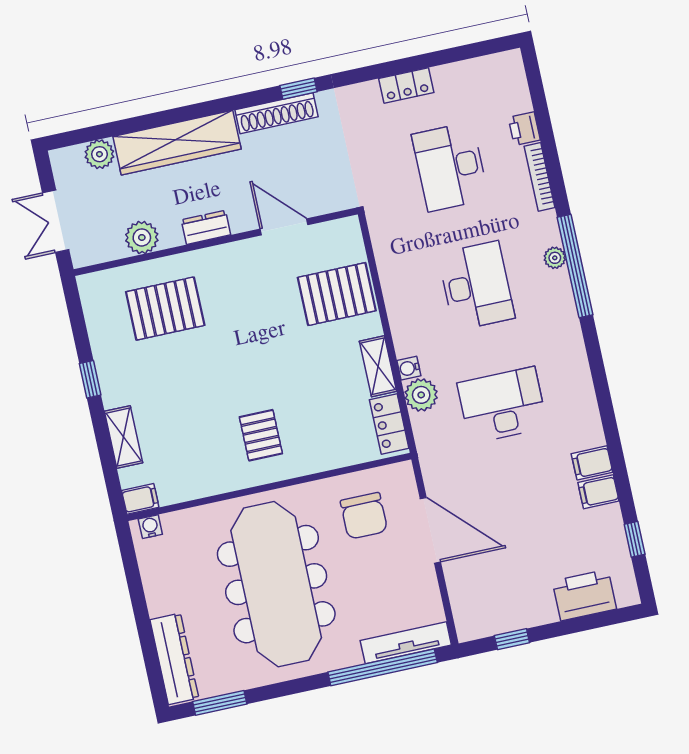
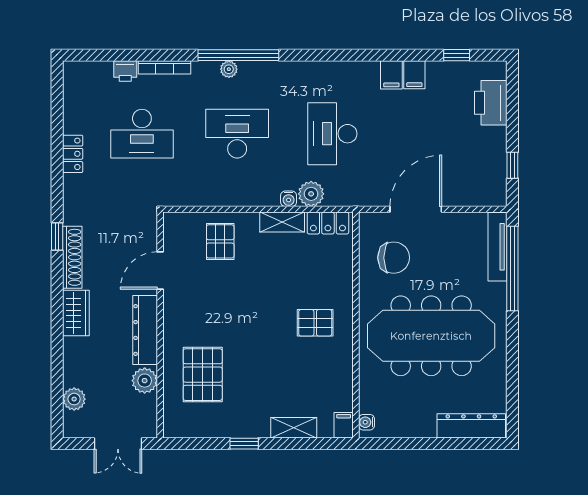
wardrobe: (177, 143) -> (76, 313), width x0.48, depth x0.85
dresser: (206, 227) -> (145, 330), width x1.96, depth x1.24
pallet: (337, 294) -> (220, 241), width x0.67, depth x0.71
window: (220, 703) -> (512, 399), removed

